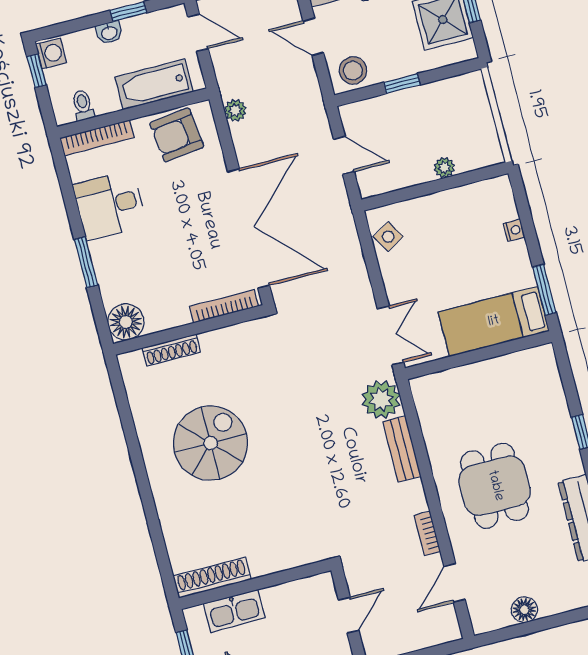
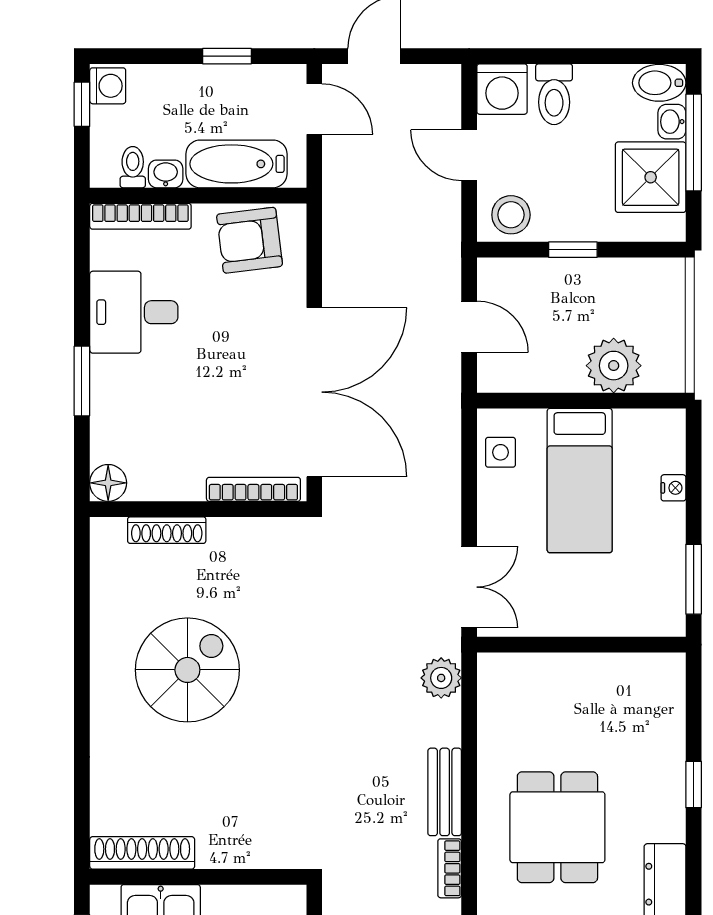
washbasin: (109, 32) -> (166, 174), moved, turned 180
plant: (235, 110) -> (338, 228), removed
plant: (444, 168) -> (614, 366), width x1.87, depth x1.87
side table: (388, 237) -> (500, 452), turned 31
floor lamp: (126, 322) -> (108, 483), width x0.73, depth x0.73
bed: (494, 322) -> (580, 481), moved, turned -90
plant: (381, 400) -> (441, 678), width x0.73, depth x0.73
bench: (402, 449) -> (445, 792), moved

